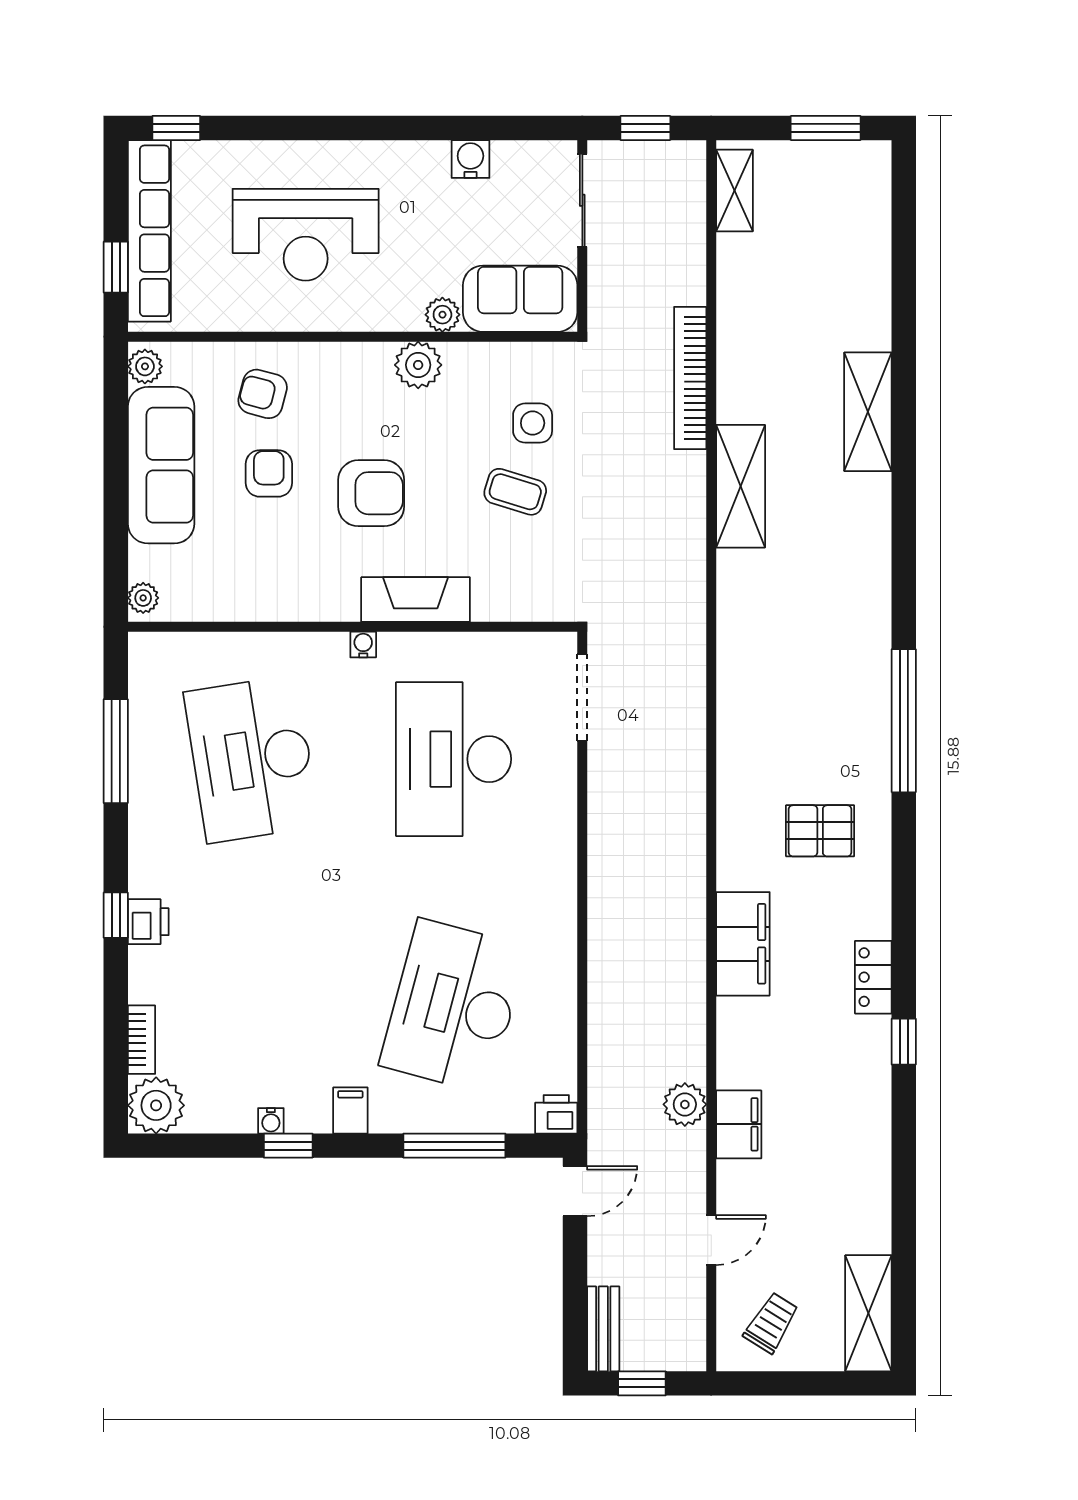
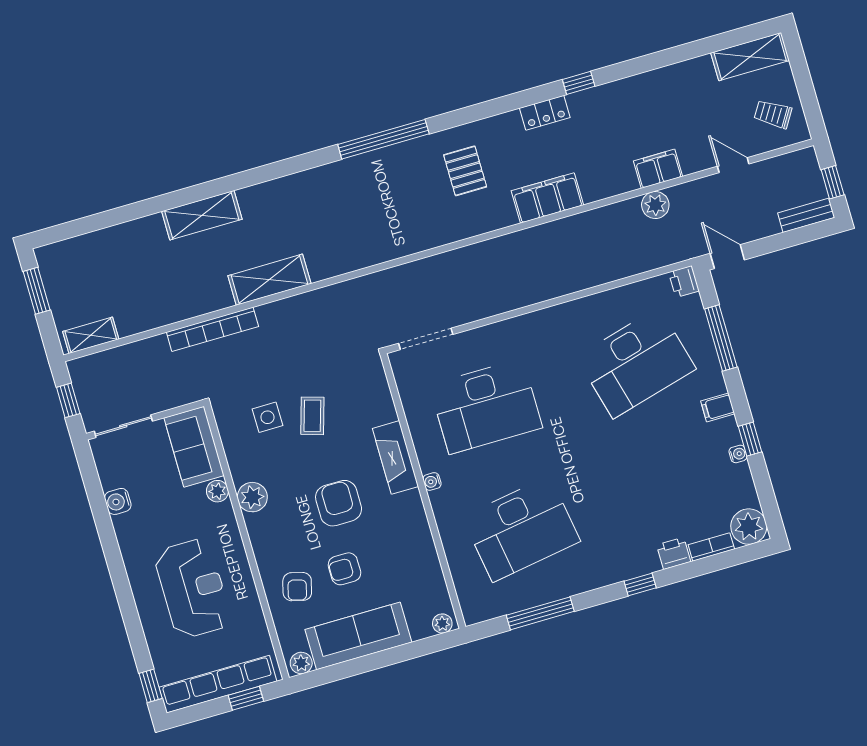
printer: (148, 922) -> (674, 553), moved
desk: (454, 1006) -> (636, 363), turned -30

